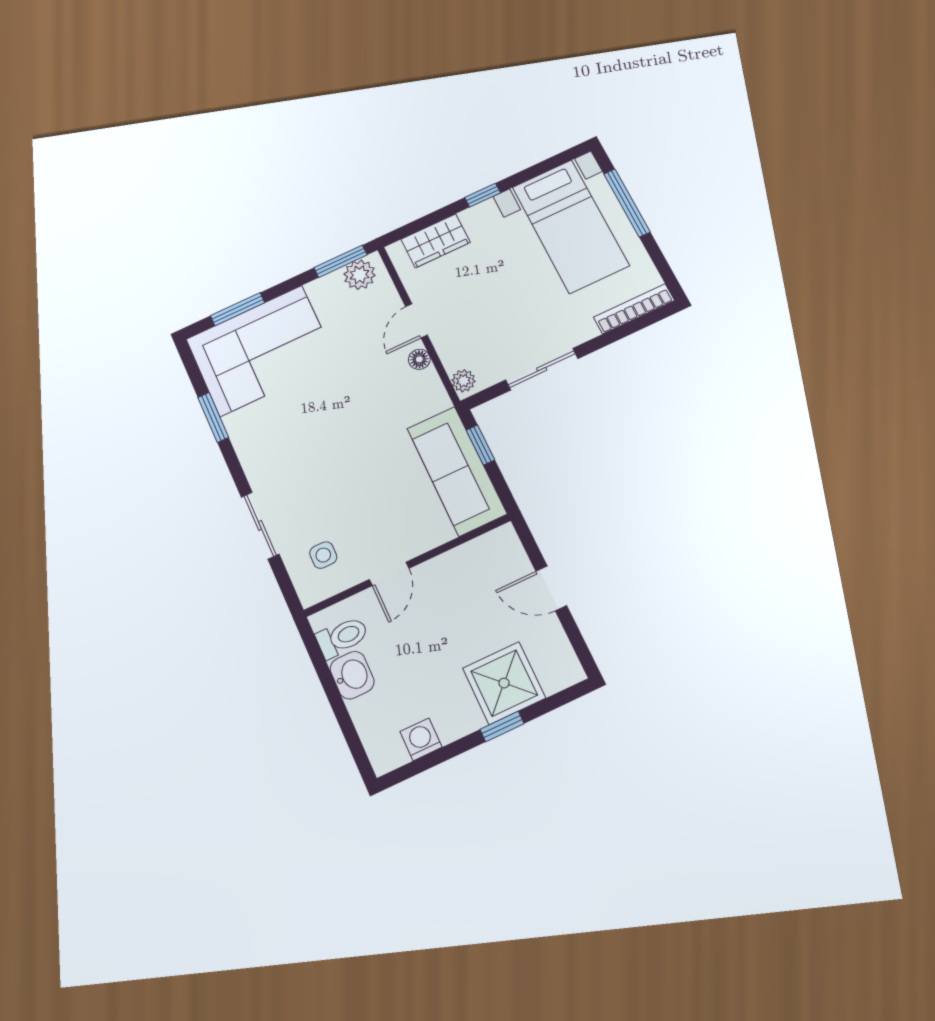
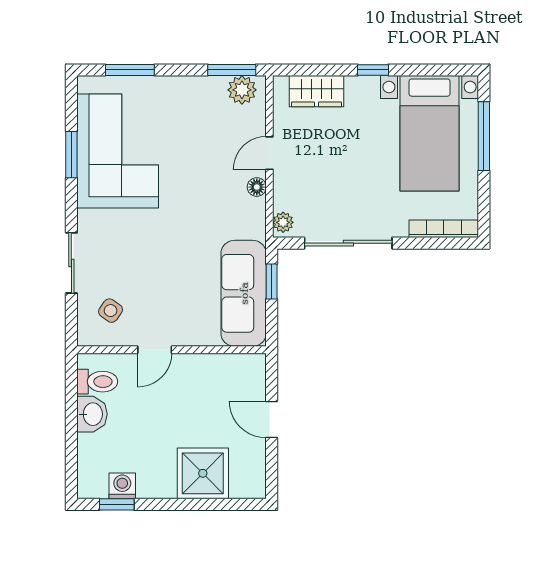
corner sofa: (261, 351) -> (118, 151), moved, turned -90
sliding door: (542, 369) -> (348, 243), width x1.37
side table: (323, 555) -> (111, 311), turned 35
window: (502, 727) -> (117, 504), moved

